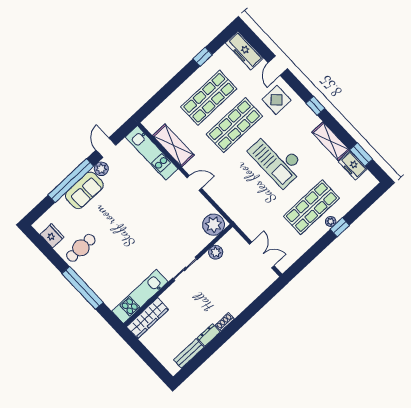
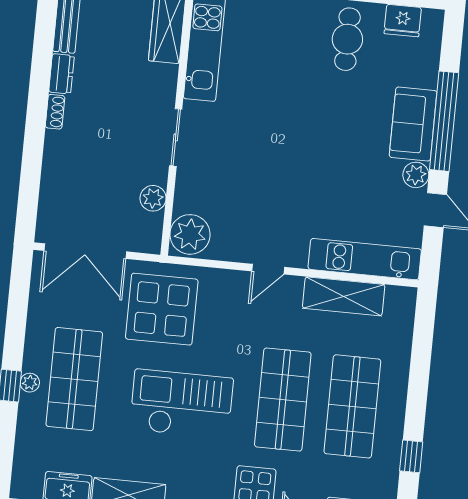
display table: (251, 204) -> (162, 309), added
double door: (262, 255) -> (85, 251), width x1.37

